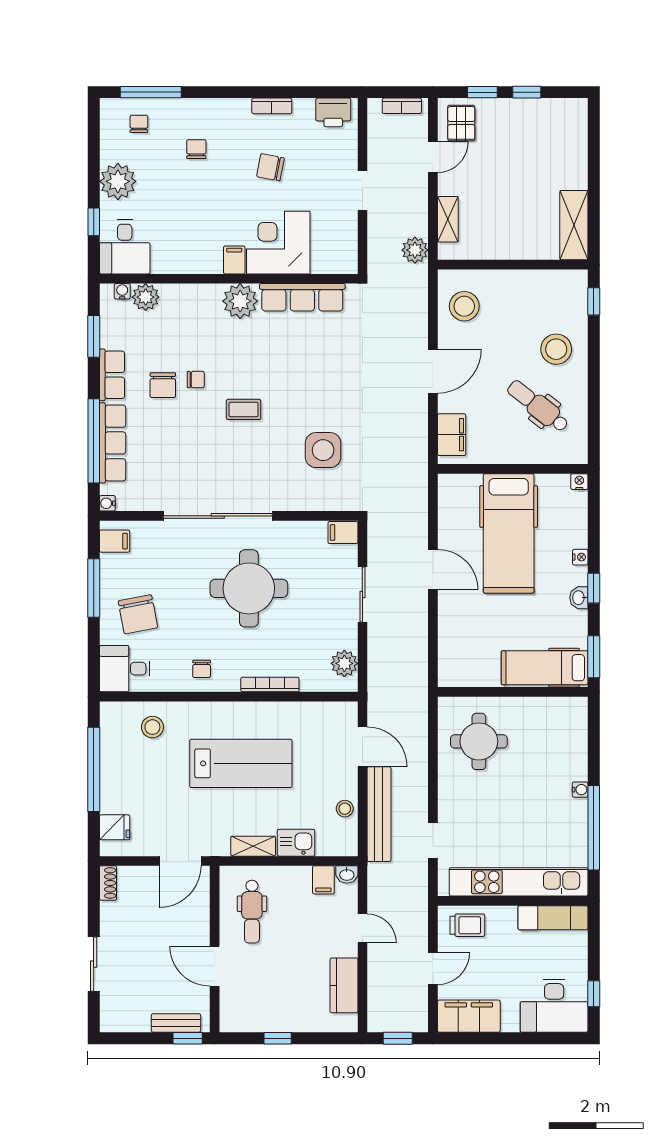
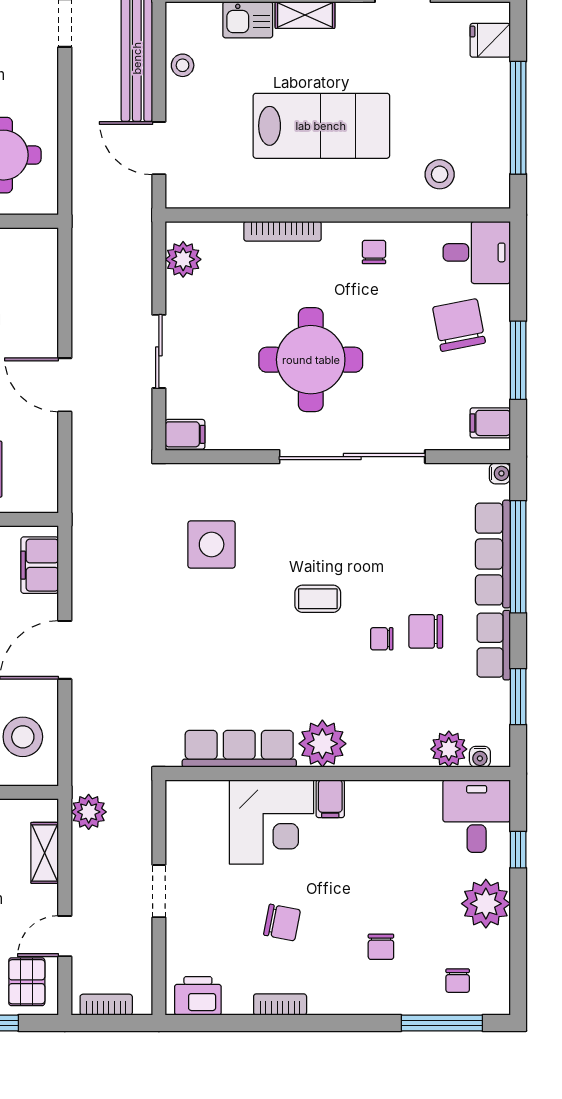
chair: (163, 385) -> (426, 631), turned -90
lab bench: (241, 763) -> (321, 126), turned 180

